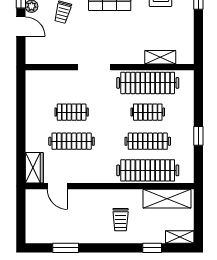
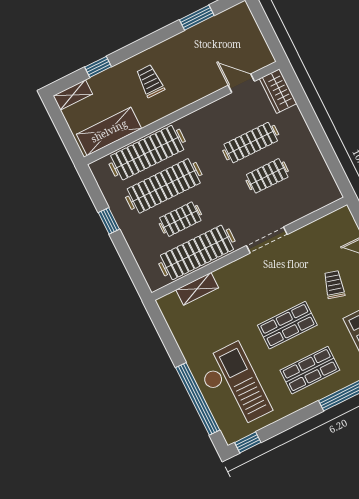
clothes rail: (148, 141) -> (164, 186), width x1.37, depth x1.31

